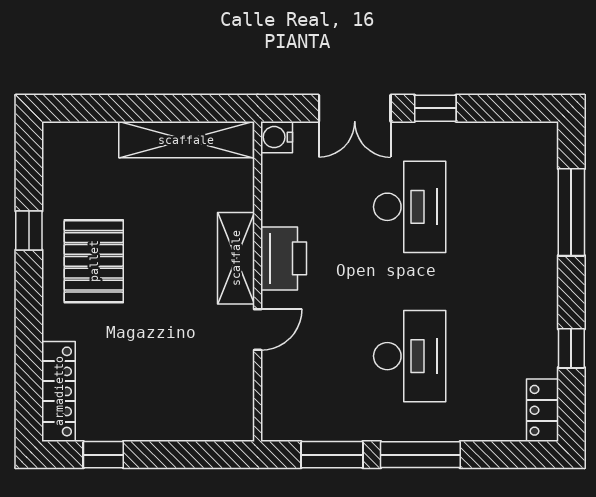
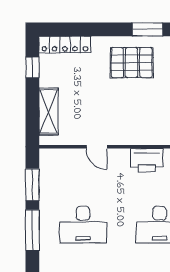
window: (29, 231) -> (147, 29), width x1.50
shelving: (236, 258) -> (49, 111), moved, turned 90
printer: (284, 258) -> (147, 160), moved

